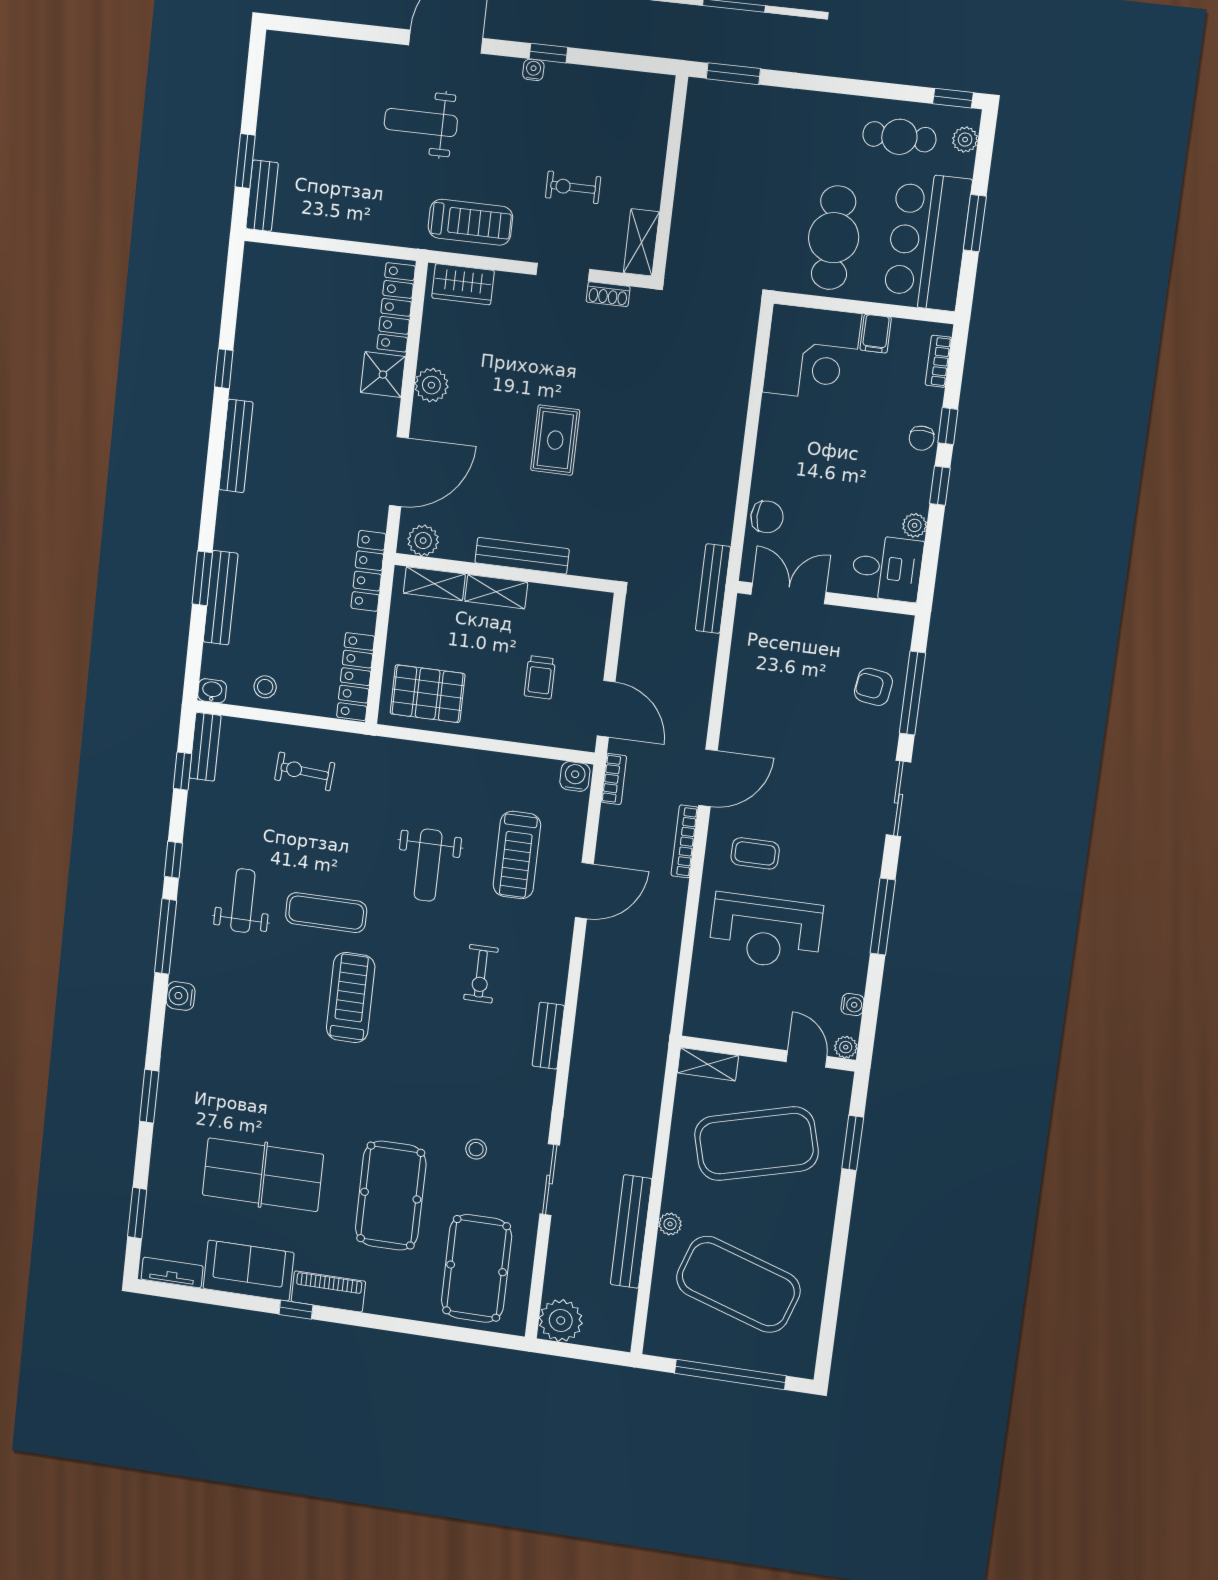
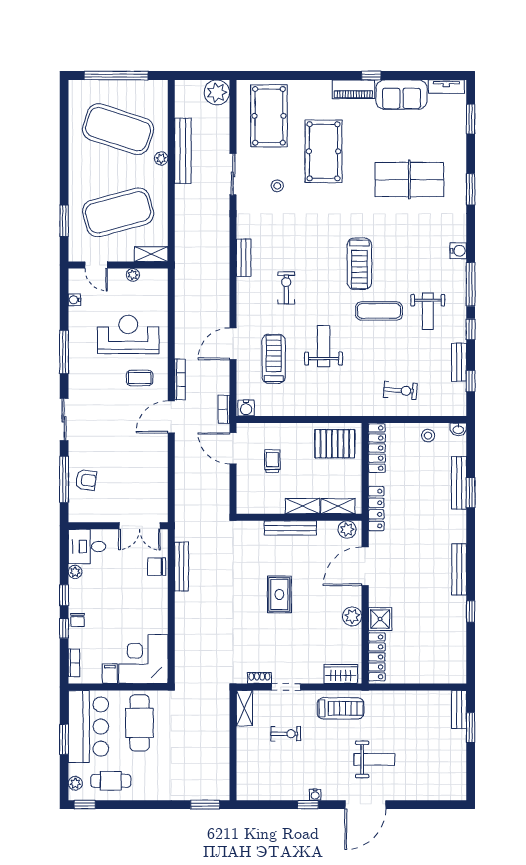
treadmill: (470, 222) -> (341, 708), turned 180
chair: (922, 438) -> (77, 620), turned 180
bench: (713, 589) -> (182, 567), moved
bench: (205, 747) -> (459, 362), moved
plant: (846, 1047) -> (133, 275), moved
table tennis table: (263, 1175) -> (409, 180), moved

